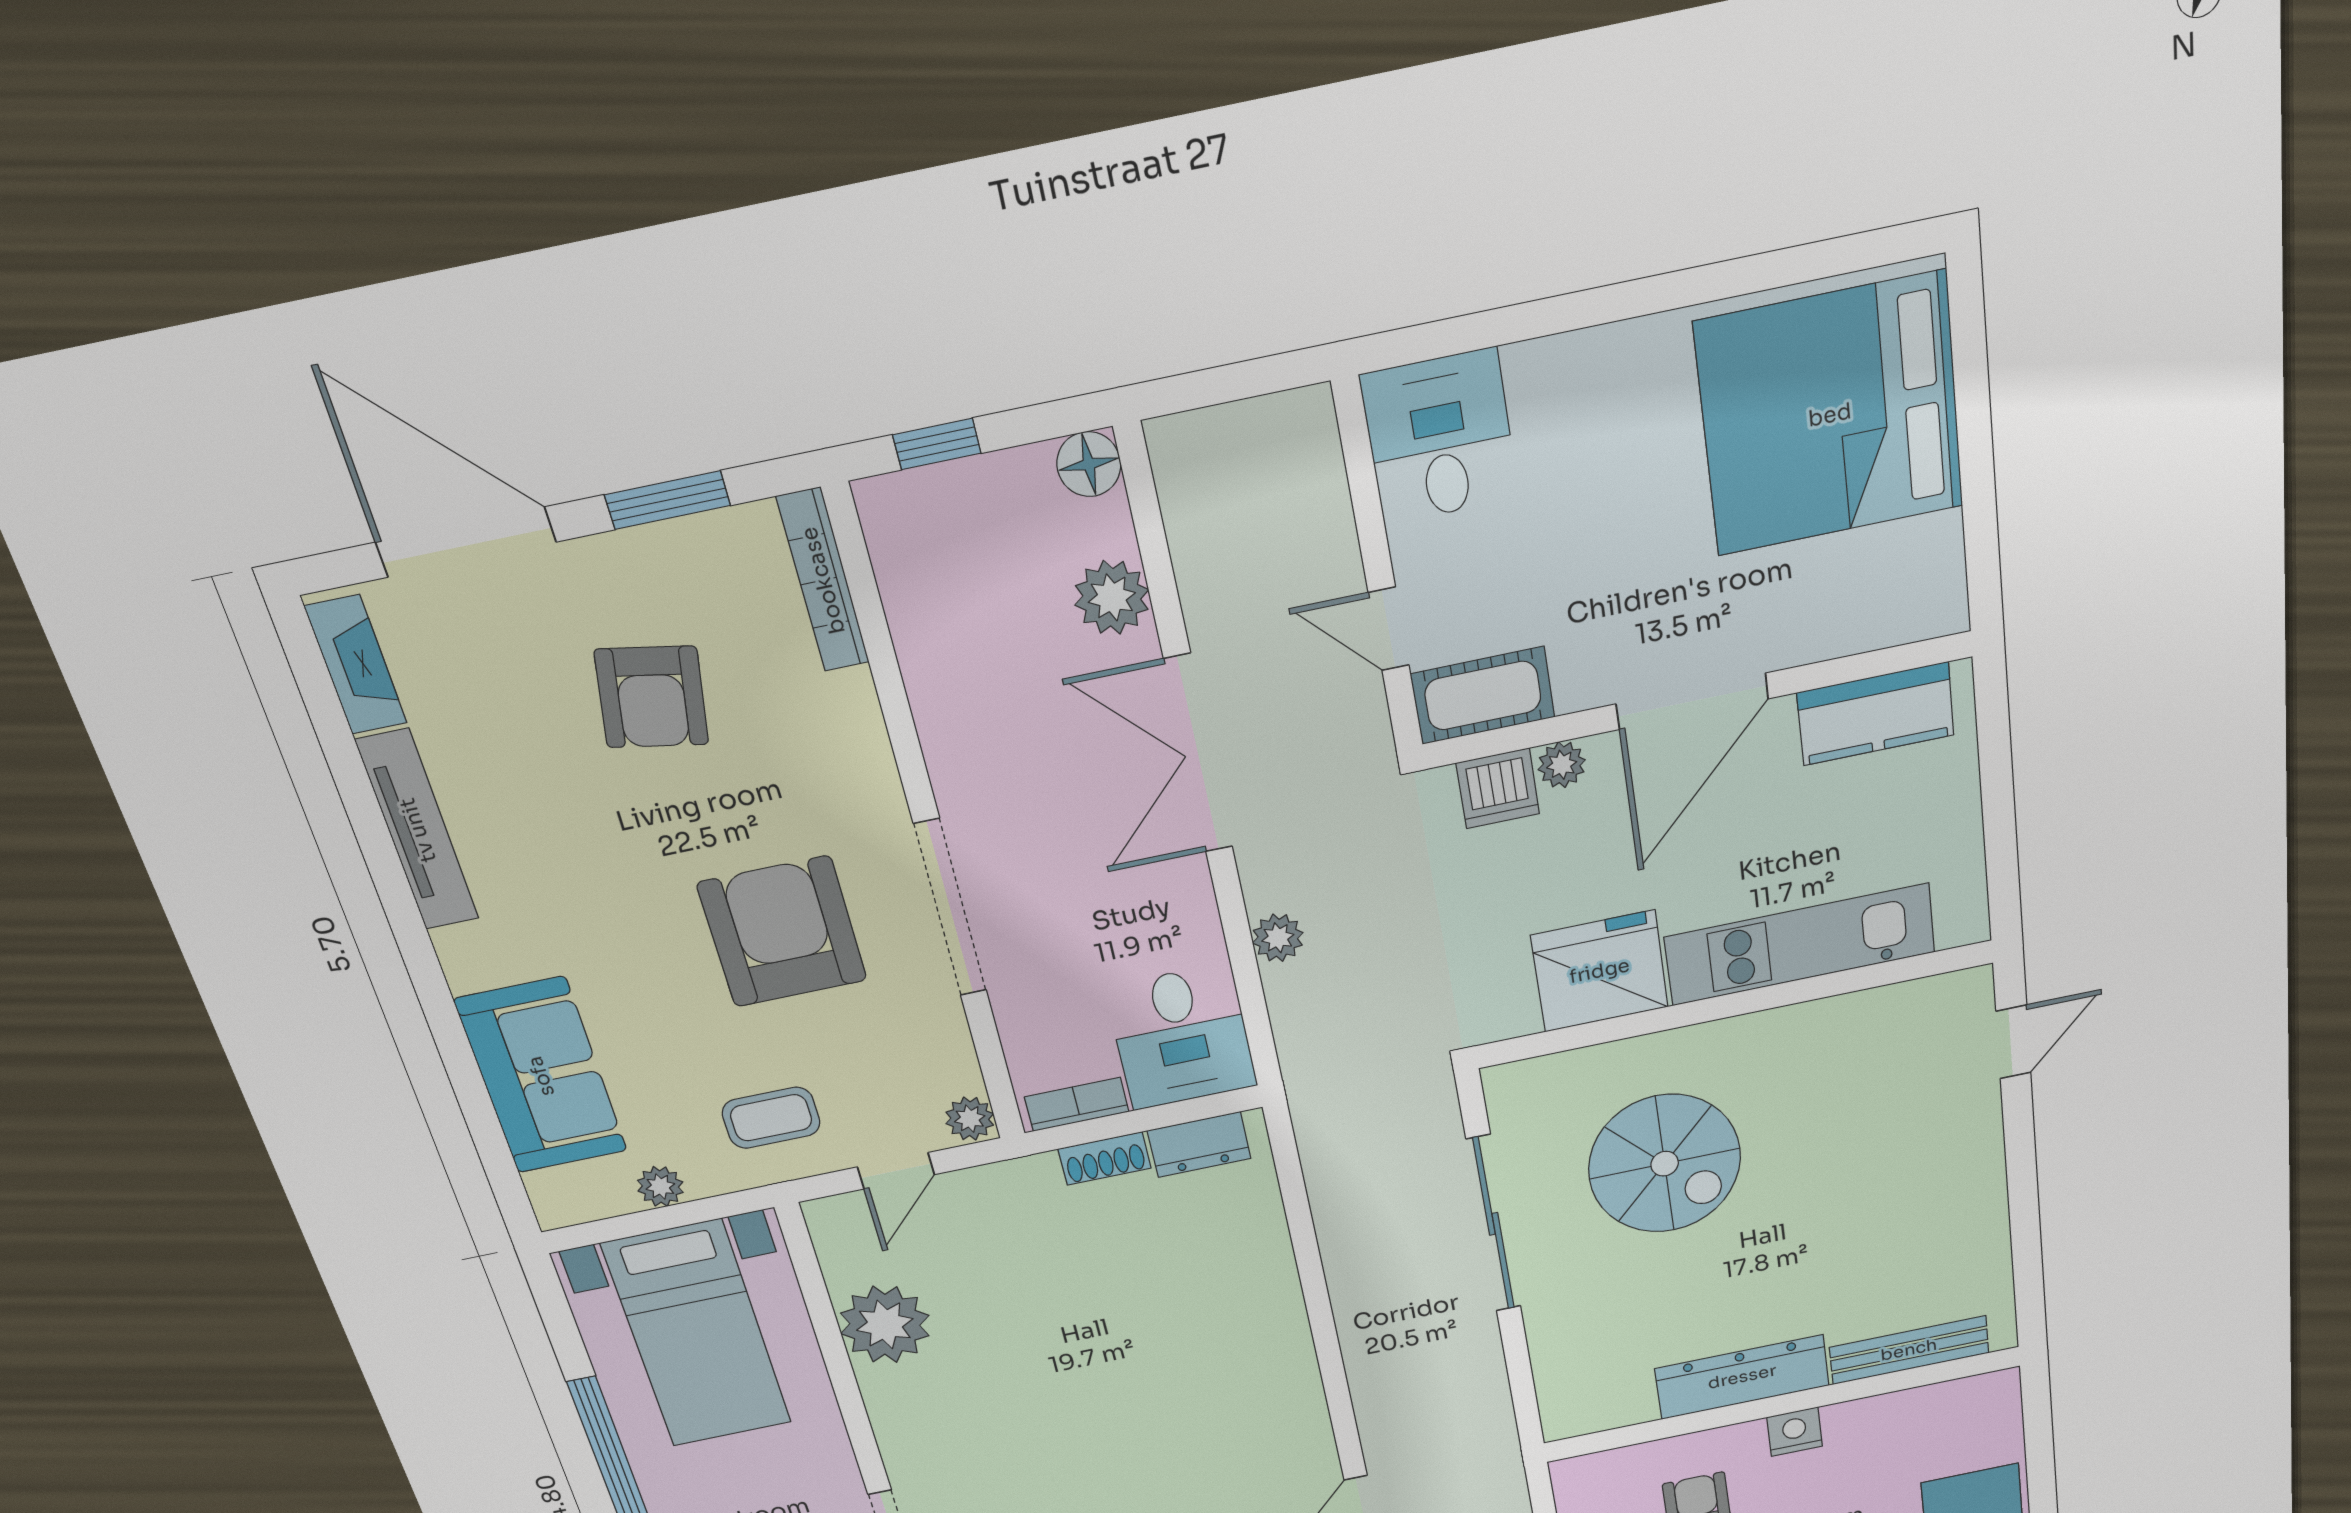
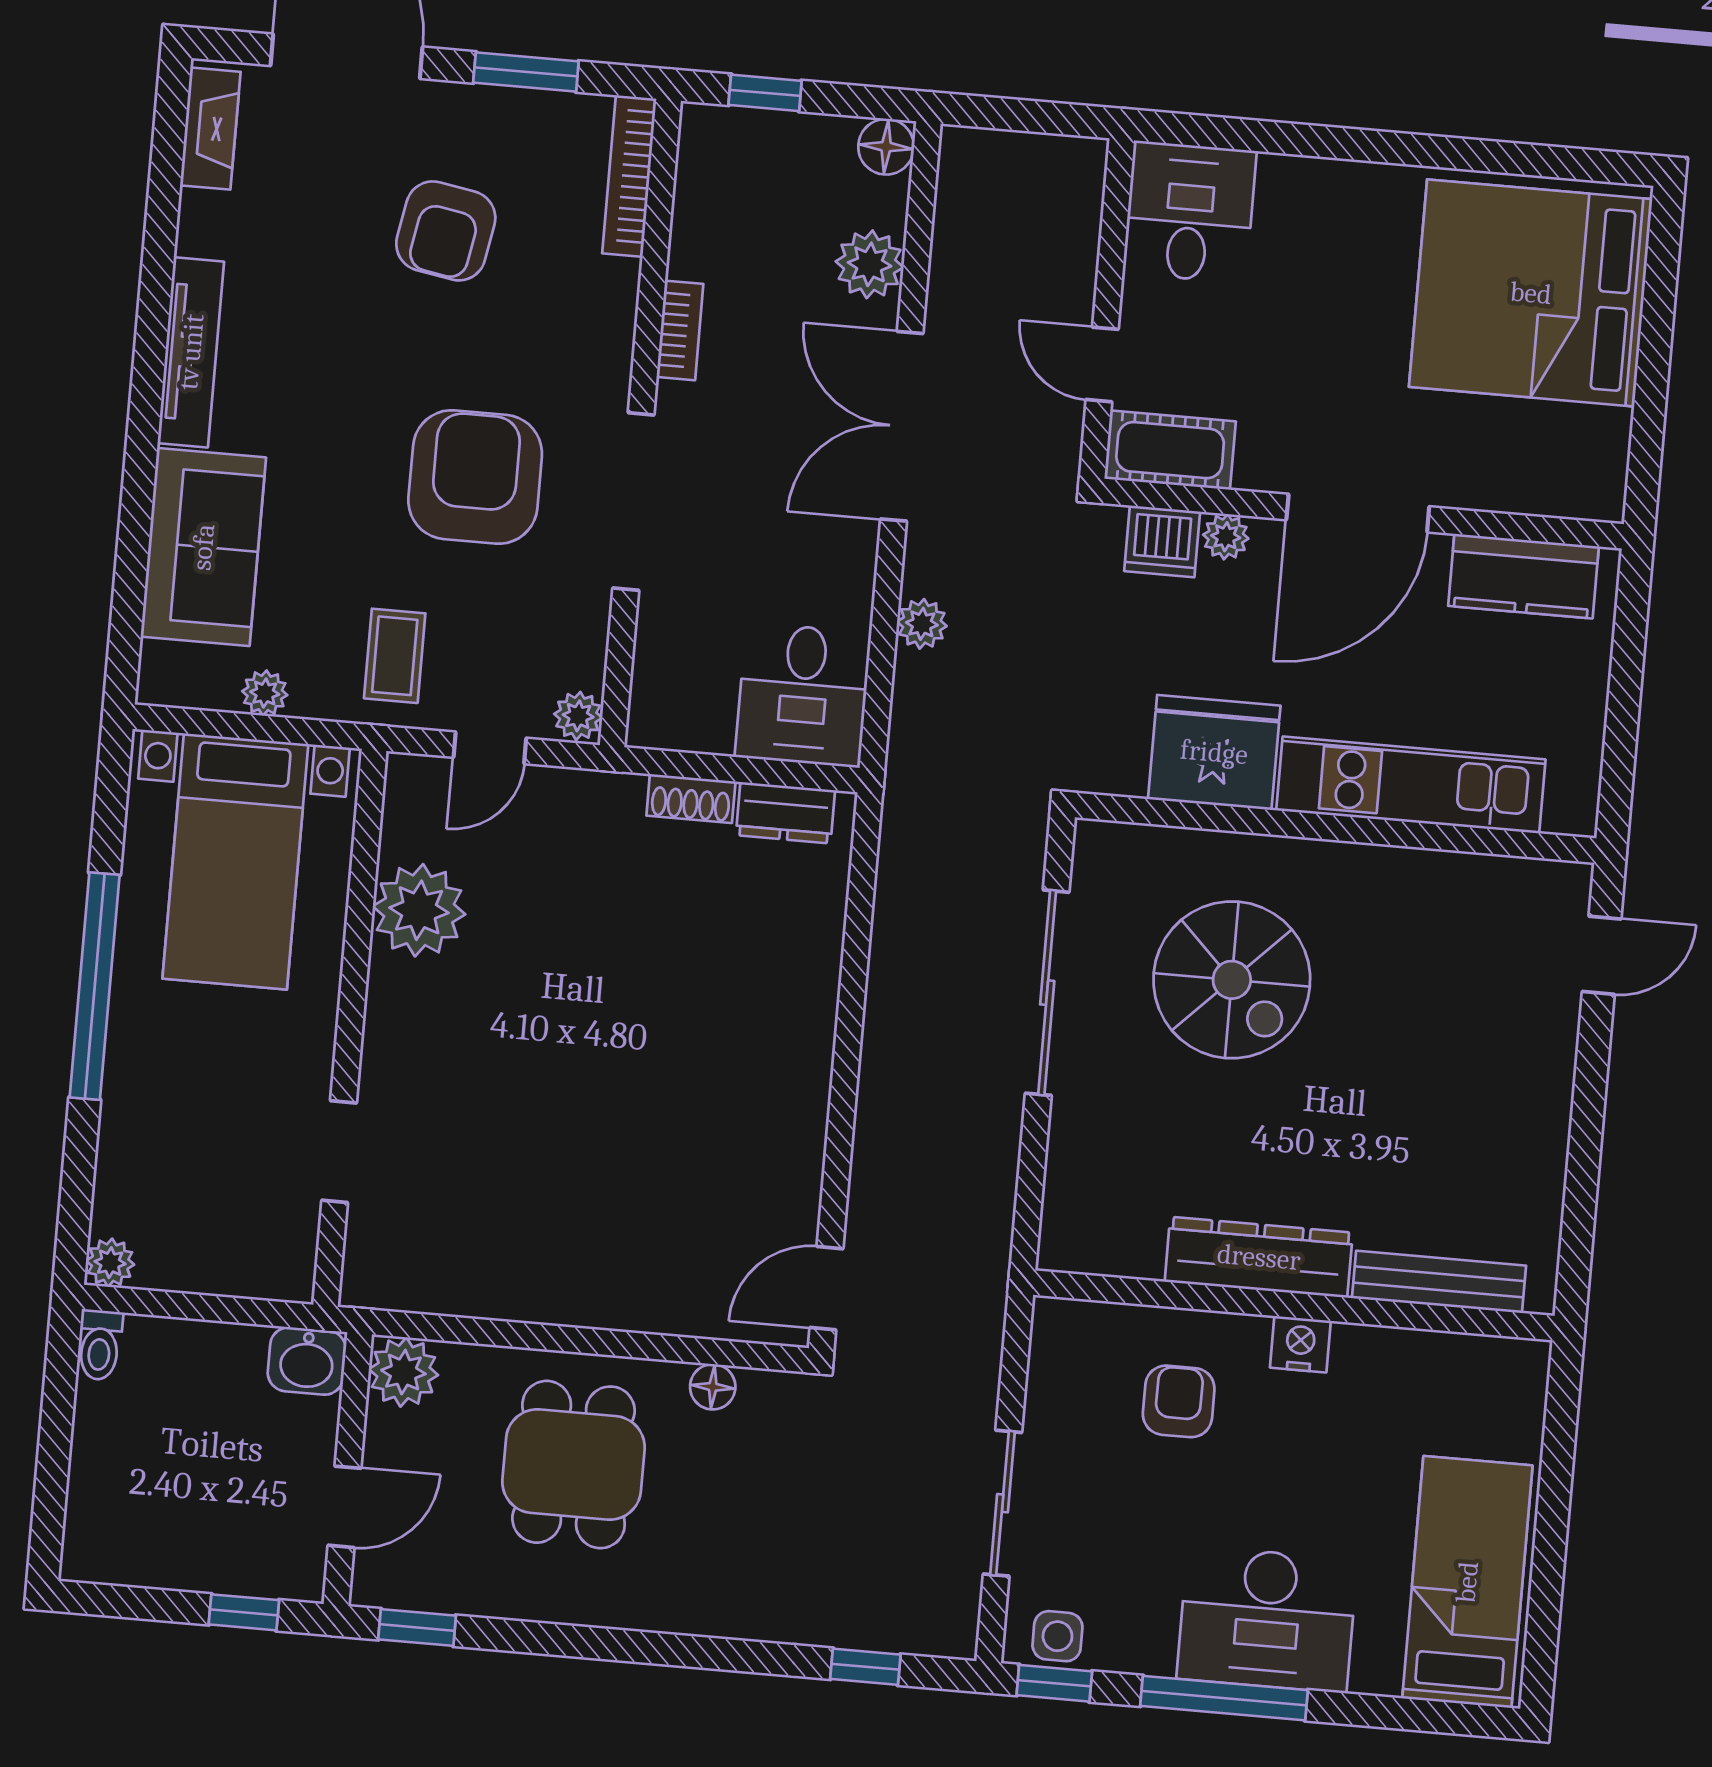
tv unit: (418, 830) -> (191, 352), moved
bookcase: (1077, 1104) -> (680, 330), moved, turned 90
coffee table: (771, 1118) -> (395, 656), turned 90

